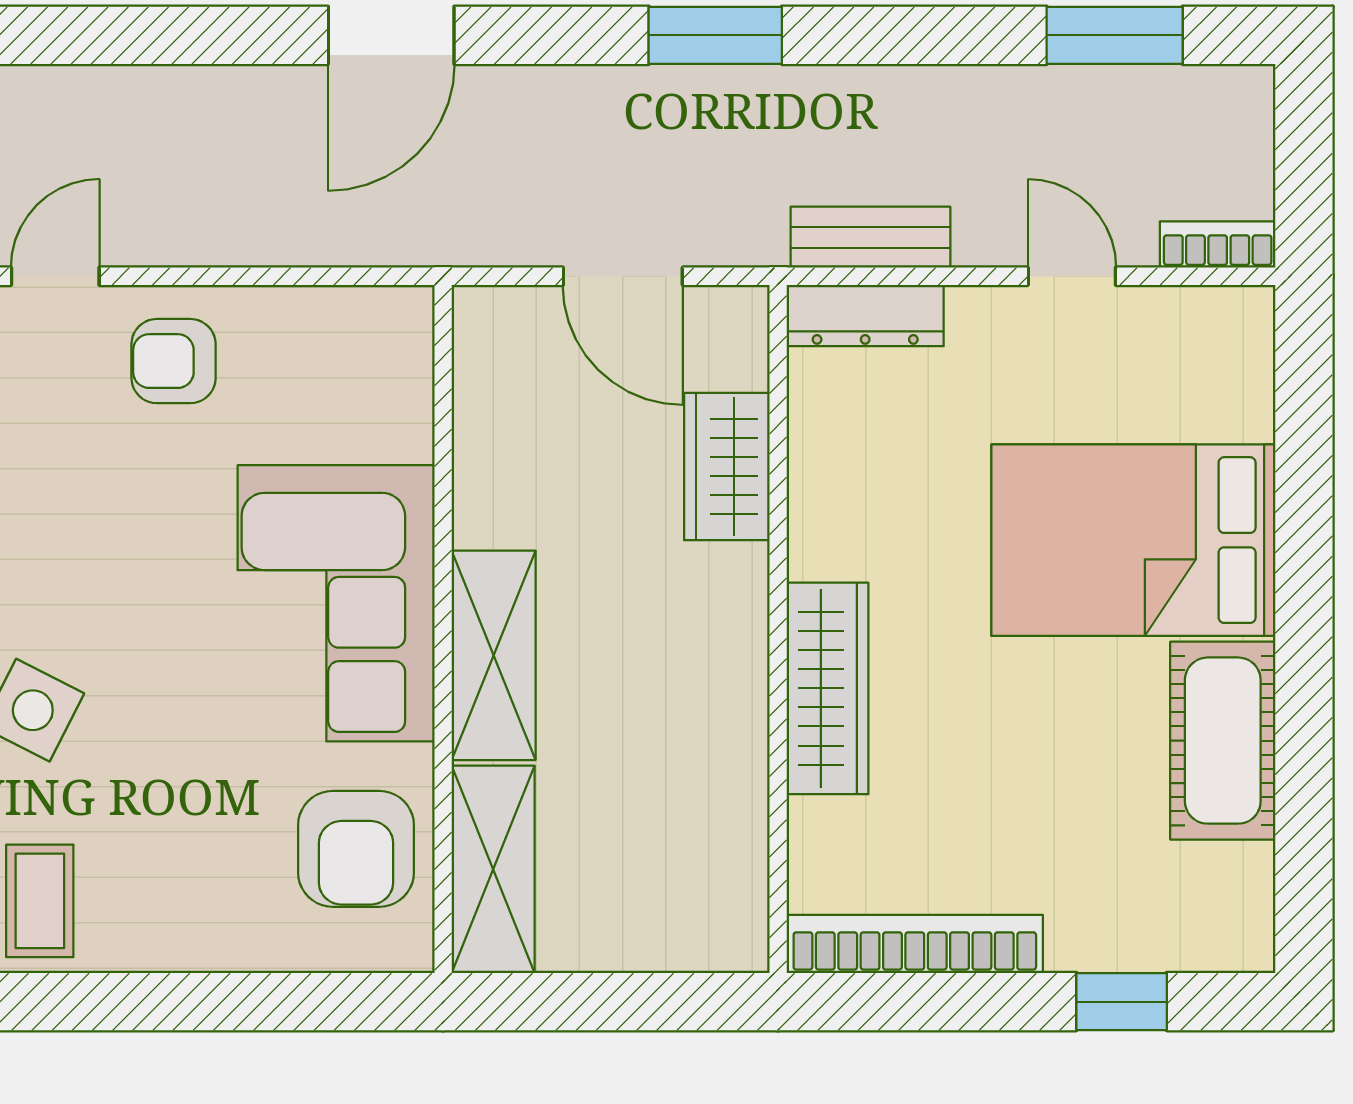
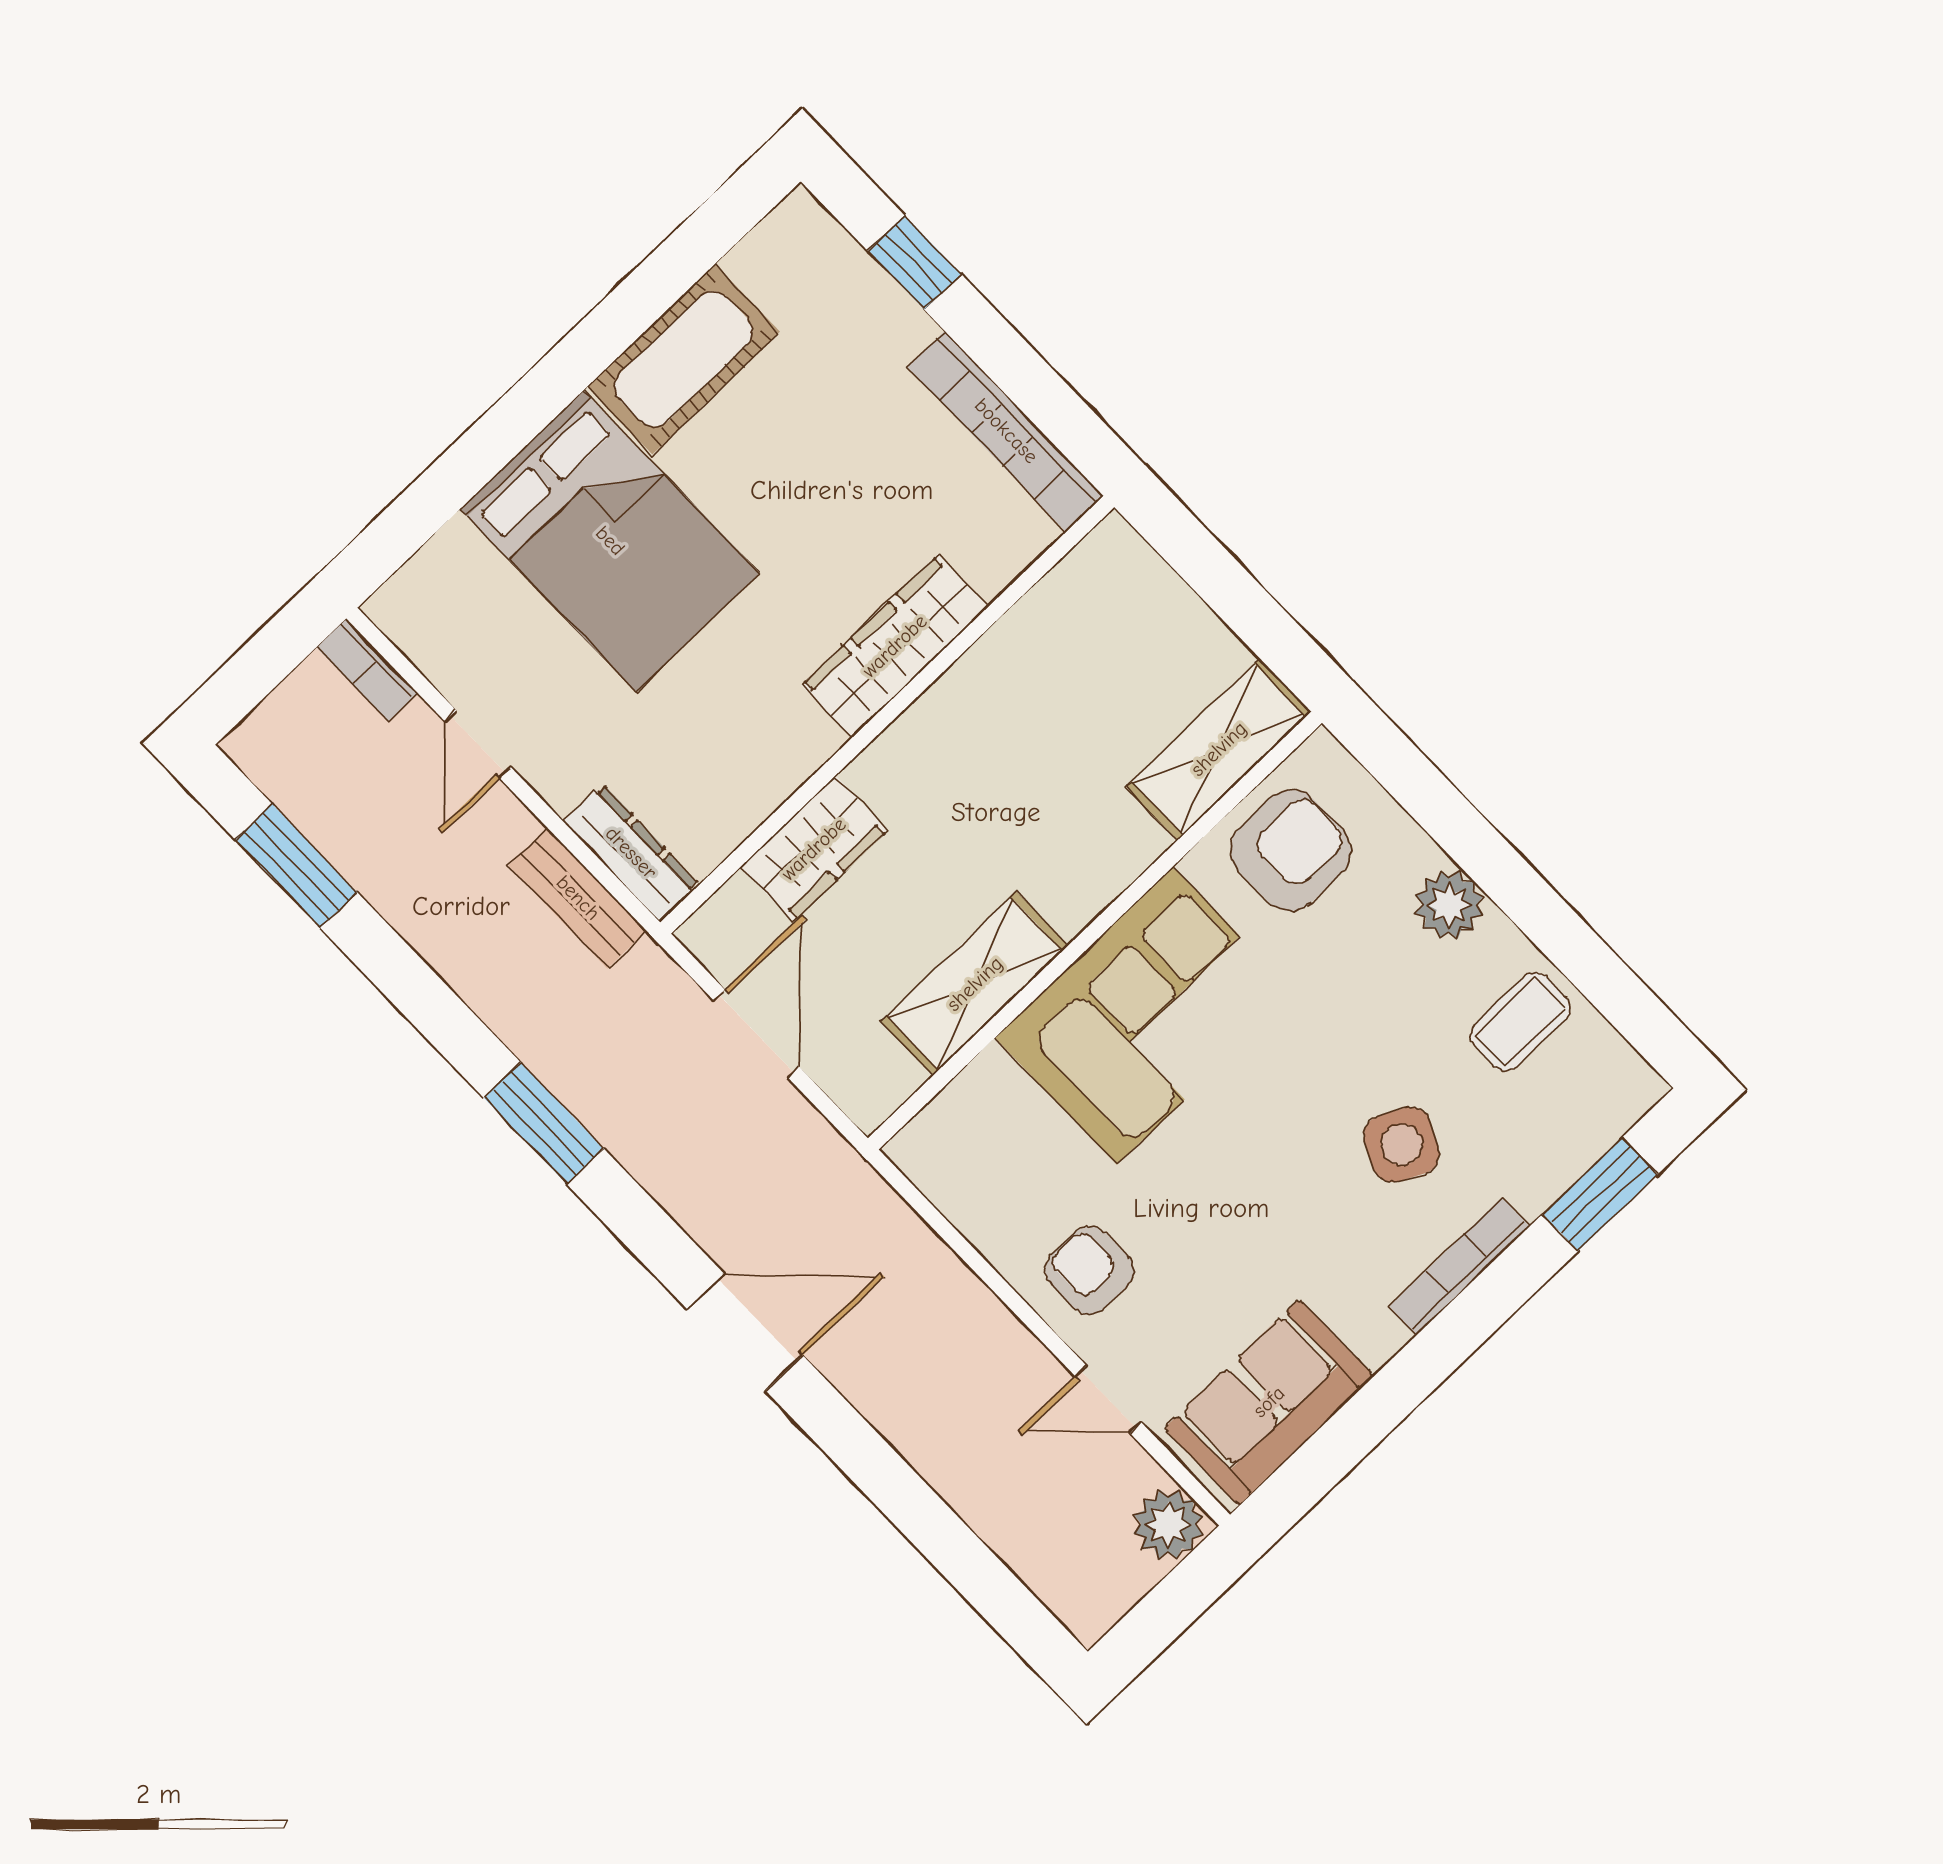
armchair: (174, 361) -> (1090, 1270), turned 180
shelving: (494, 655) -> (975, 984), moved
plant: (189, 934) -> (1449, 905), added

